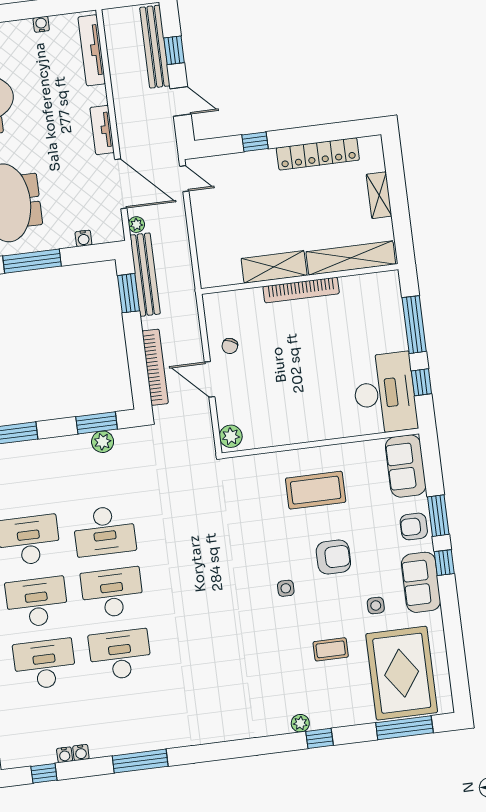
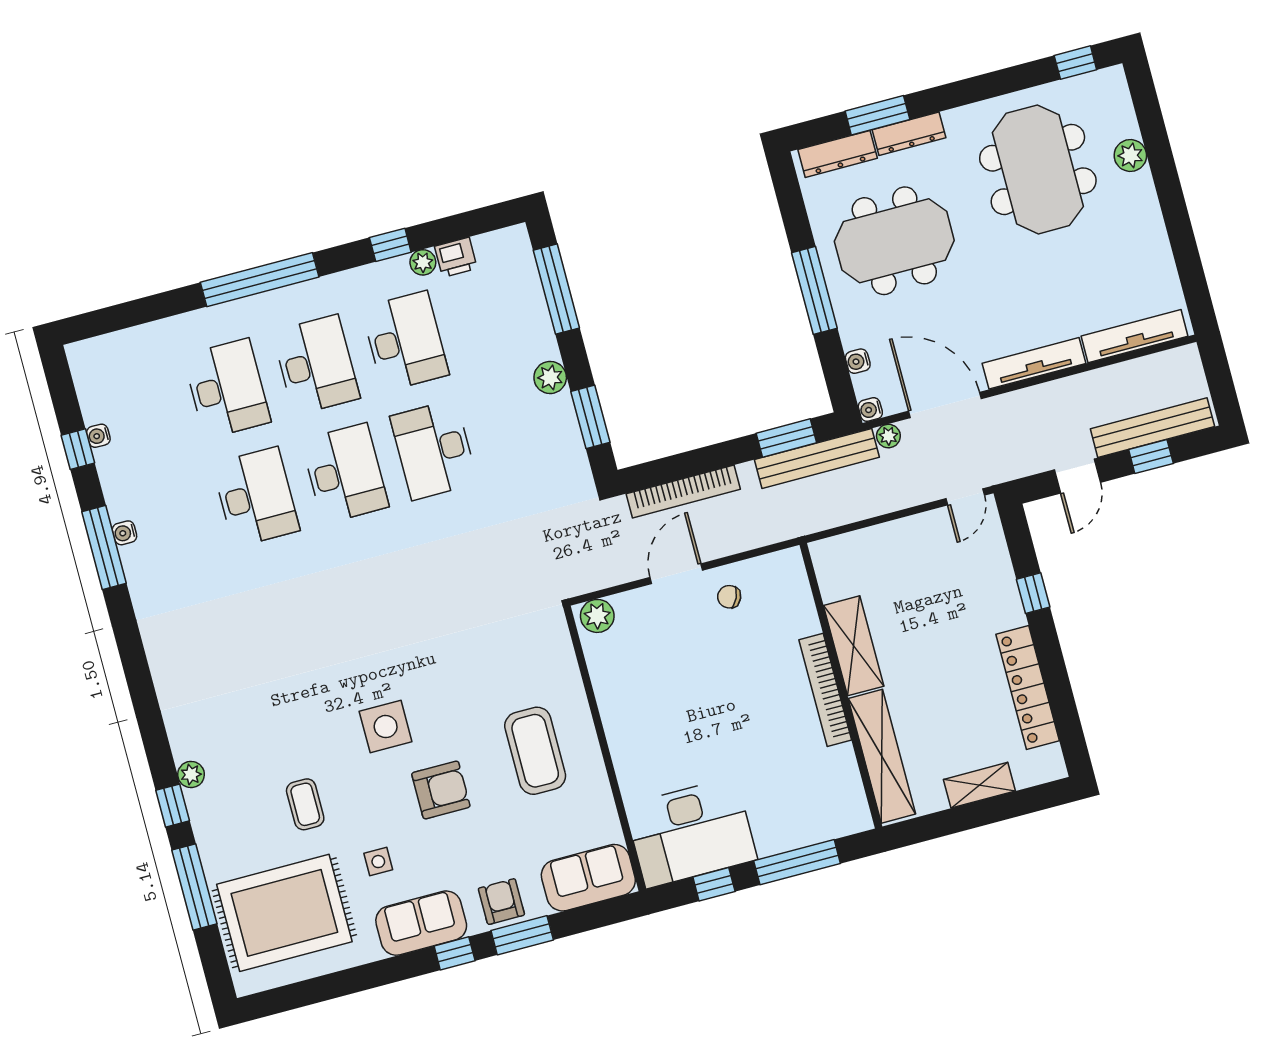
water cooler: (41, 24) -> (870, 410), moved, turned 180
tv unit: (102, 130) -> (1034, 363), width x1.41
door: (121, 184) -> (945, 405), swing flipped
plant: (103, 442) -> (550, 377), moved
armchair: (333, 557) -> (441, 790), turned -90
side table: (286, 588) -> (386, 727), width x1.87, depth x1.87
window: (404, 728) -> (194, 887), moved
water cooler: (81, 752) -> (124, 533), moved
window: (44, 773) -> (78, 449), moved

